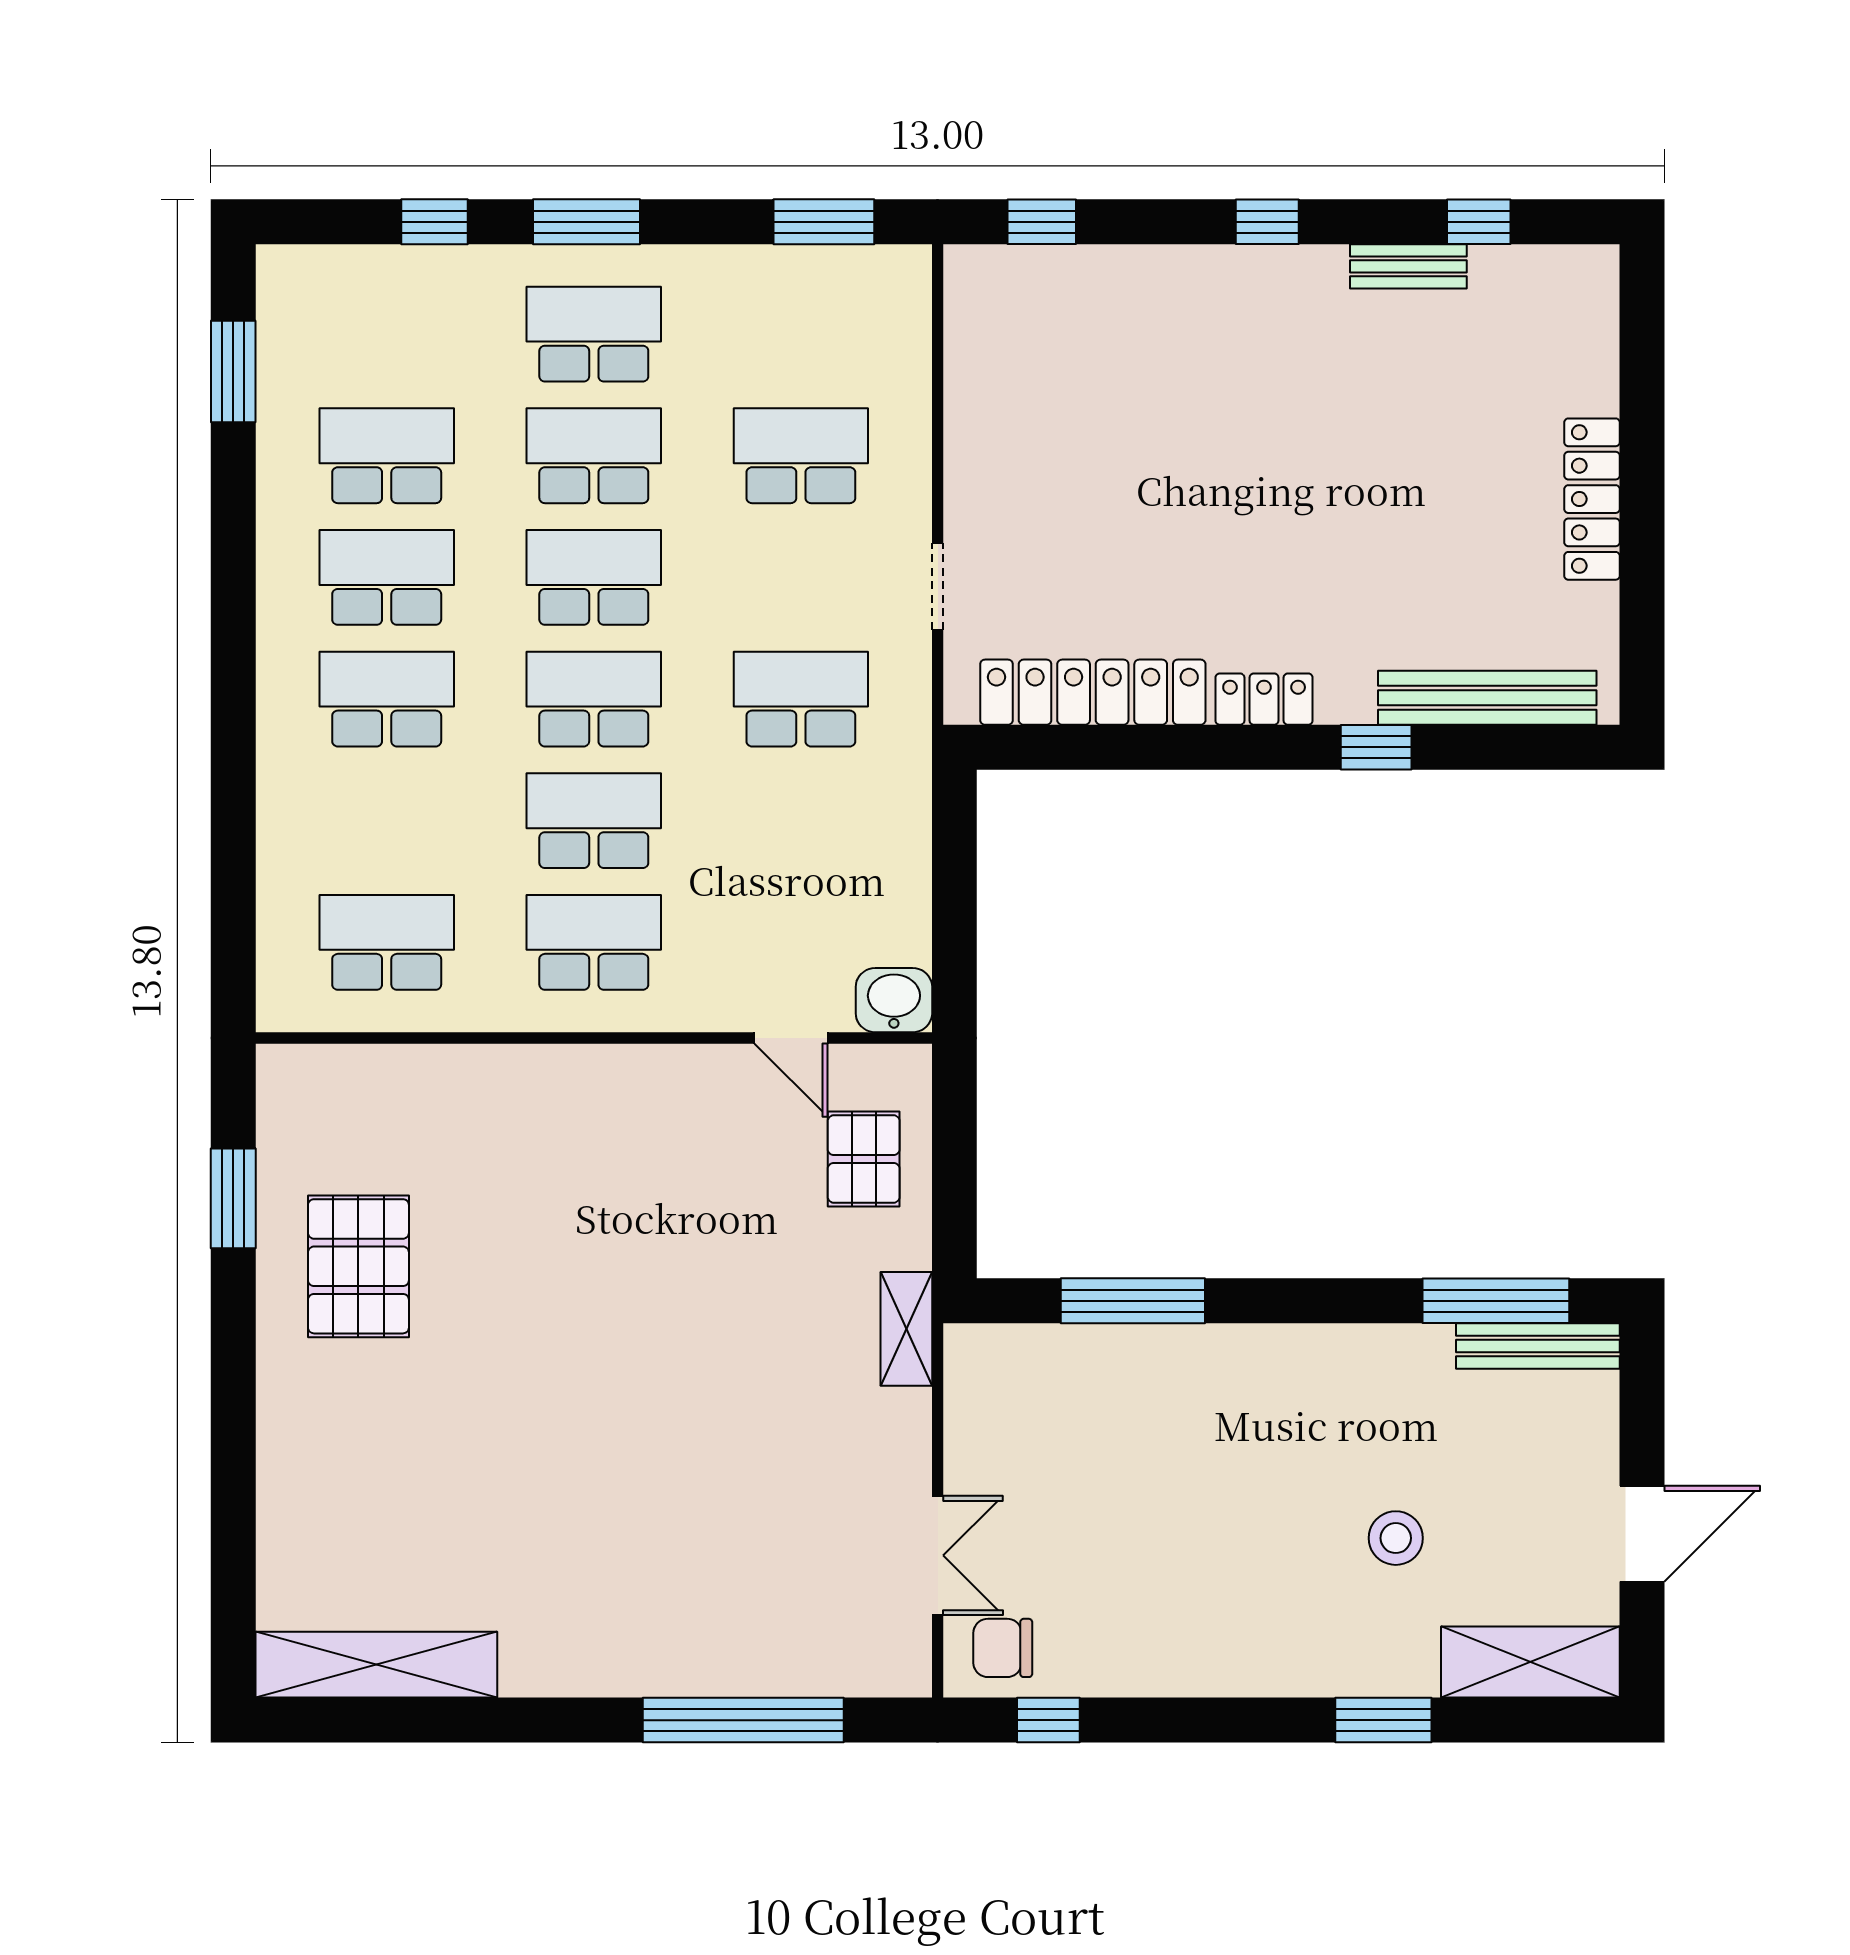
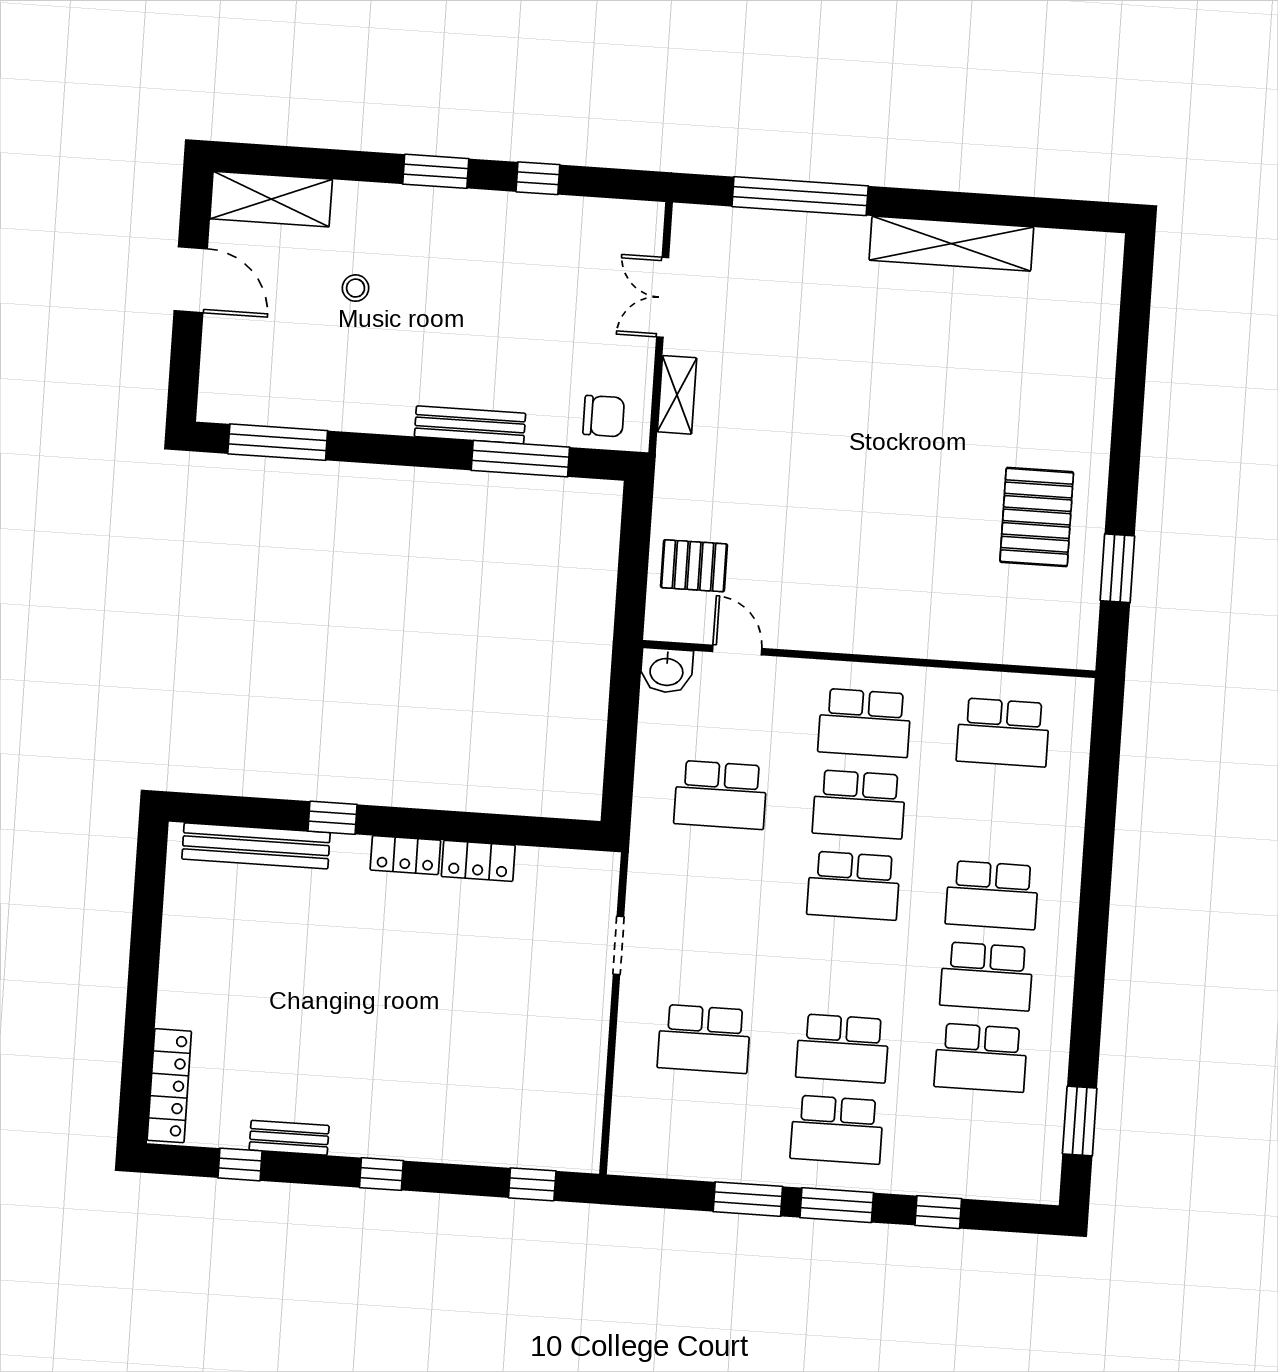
window: (824, 222) -> (748, 1199), moved
locker: (1592, 499) -> (169, 1086), moved
school desk: (594, 577) -> (848, 967), removed
locker: (1093, 692) -> (478, 861), width x0.46, depth x0.83
school desk: (801, 699) -> (721, 795), moved
pallet: (864, 1159) -> (694, 566), turned 90
shelving: (906, 1329) -> (677, 395), moved
bench: (1538, 1346) -> (470, 425), moved
door: (1642, 1534) -> (191, 280), swing flipped
stool: (1396, 1538) -> (356, 288), width x0.73, depth x0.73
chair: (1003, 1648) -> (604, 416), moved
shelving: (376, 1665) -> (951, 244), moved
window: (1048, 1720) -> (538, 178), moved
window: (1383, 1720) -> (436, 171), moved

